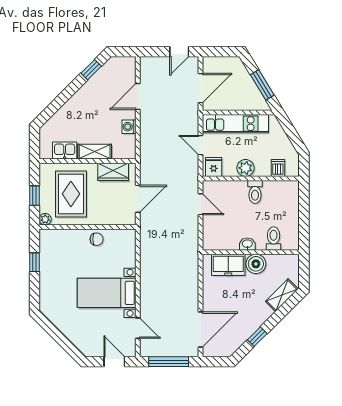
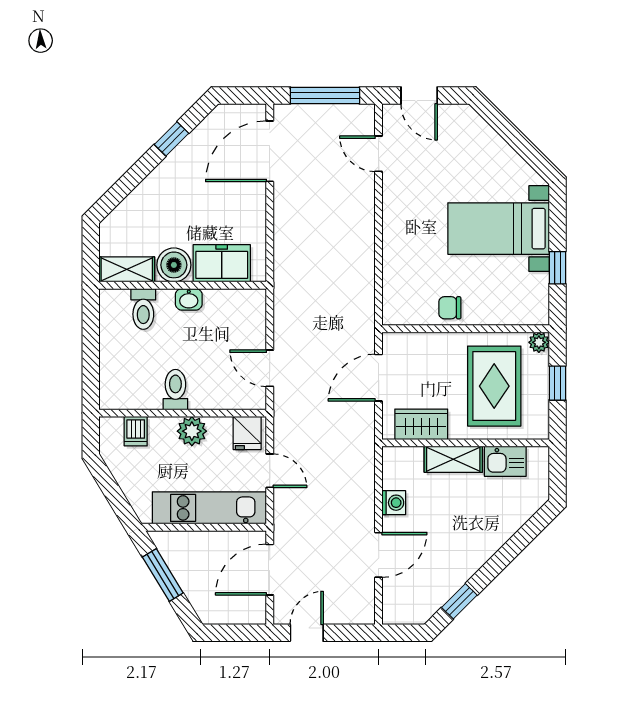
bed with nightstands: (107, 293) -> (499, 229), moved, turned 180
shelving: (282, 295) -> (127, 269), moved, turned 45

